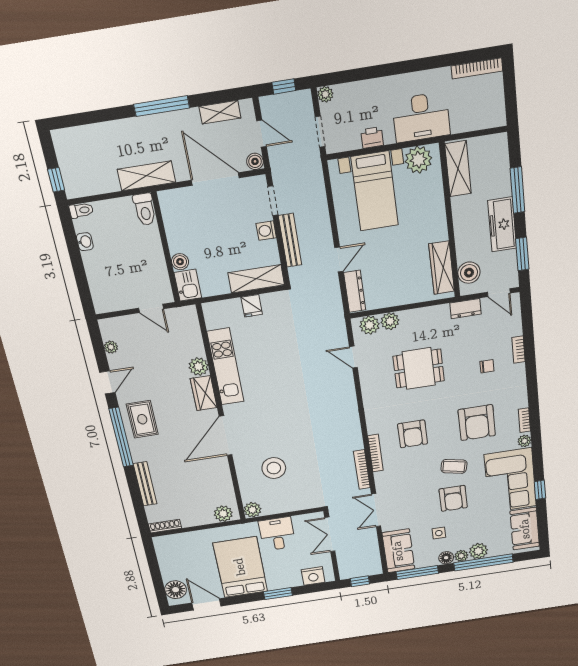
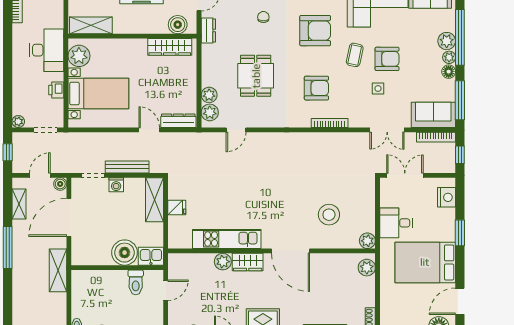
toilet: (145, 209) -> (136, 282), moved, turned 90
boiler: (180, 262) -> (125, 253), width x1.86, depth x1.86
bookcase: (362, 470) -> (436, 137), moved
side table: (439, 533) -> (378, 89), moved
double door: (330, 534) -> (405, 175), swing flipped

